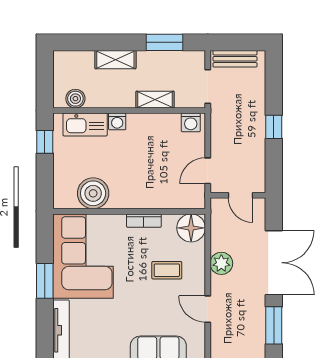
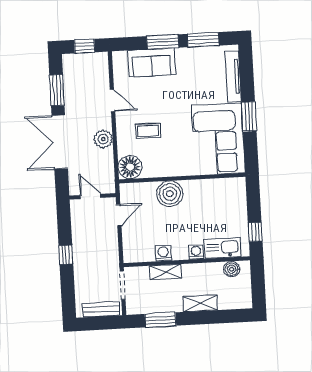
washing machine: (191, 122) -> (163, 253), moved
boiler: (93, 193) -> (170, 194), moved
bookcase: (144, 221) -> (169, 171), removed

